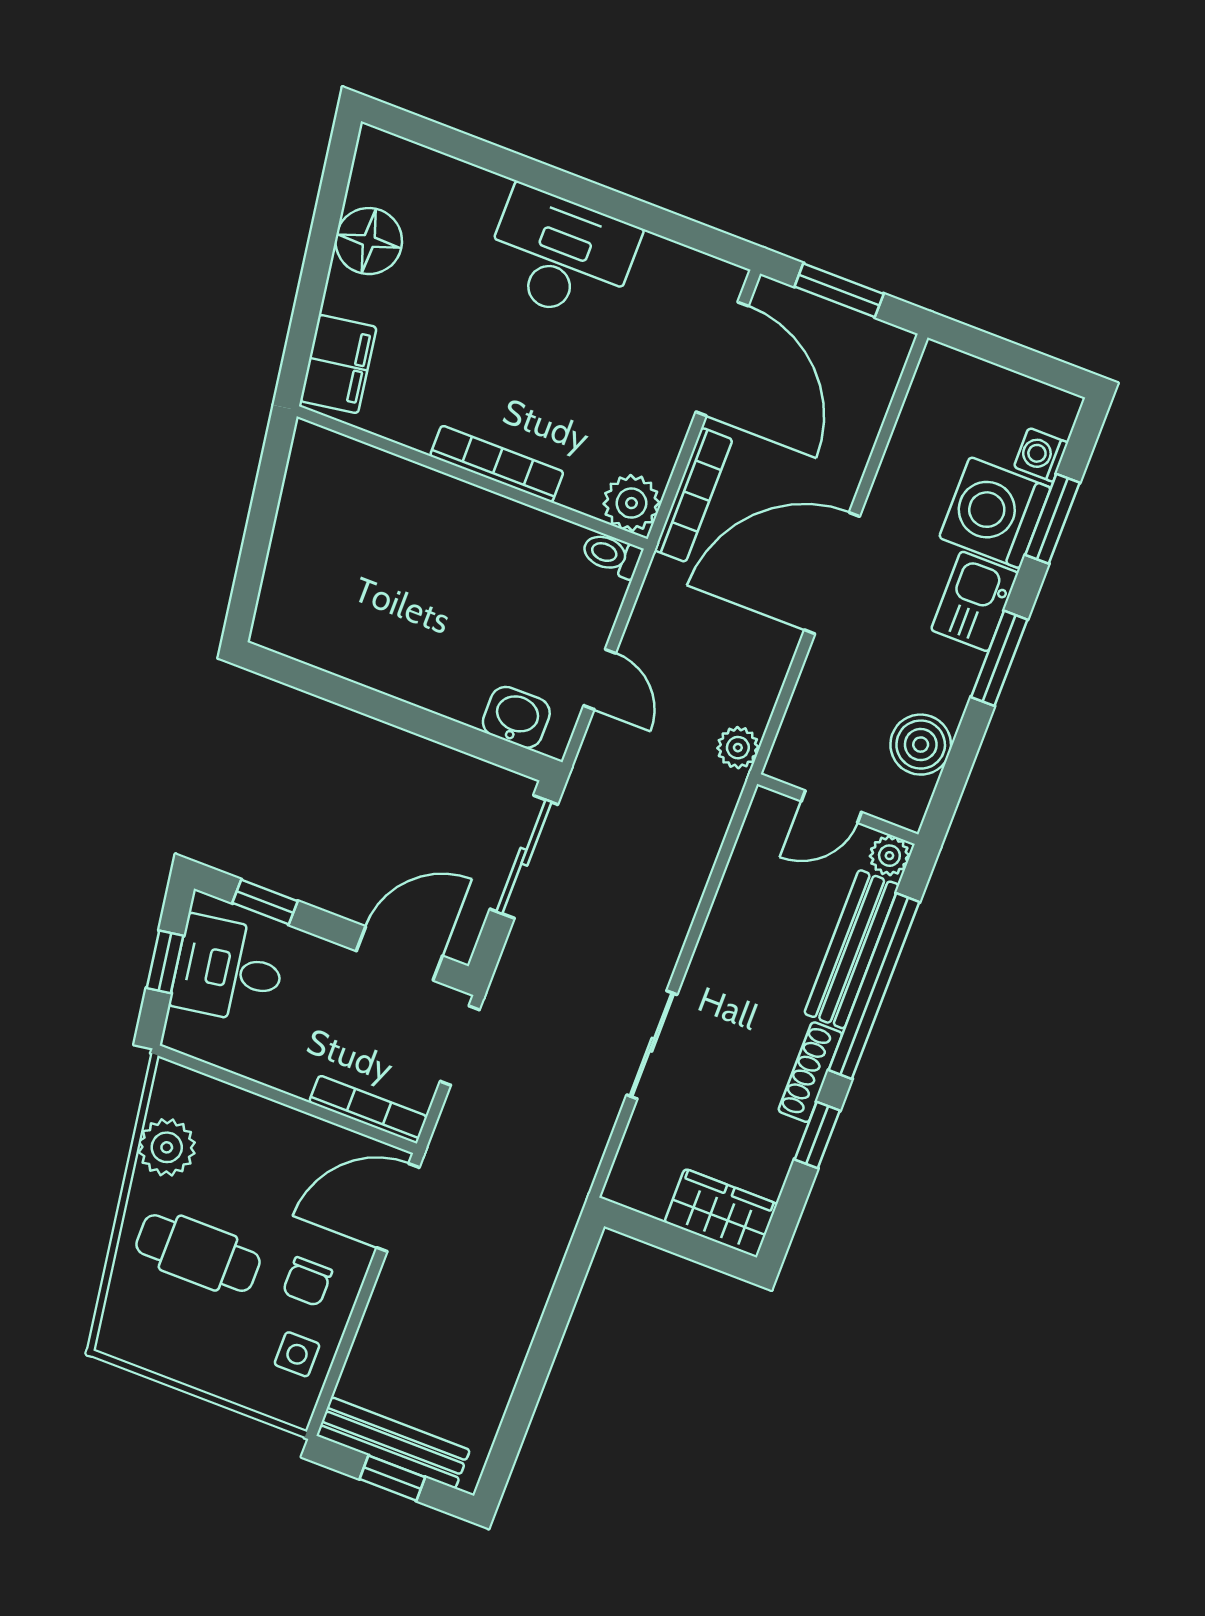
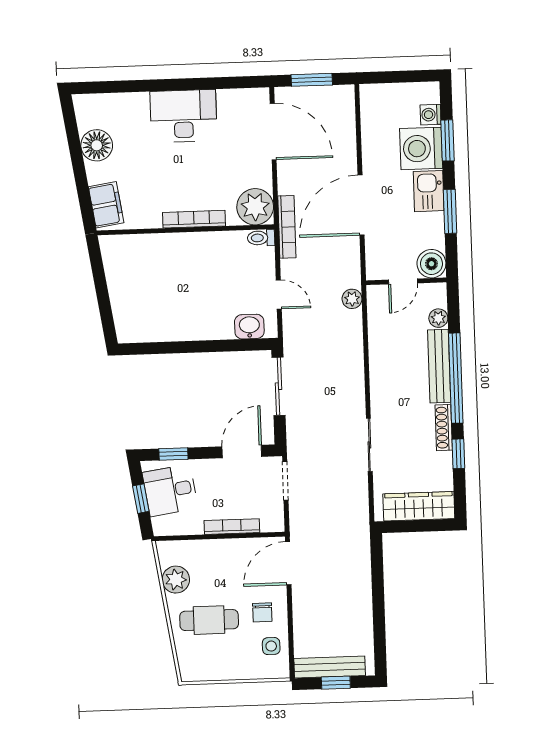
bookcase: (693, 495) -> (287, 227), moved
plant: (631, 503) -> (255, 207), width x1.36, depth x1.36
door: (831, 807) -> (403, 281), moved
wall: (838, 809) -> (406, 281), moved
bookcase: (368, 1109) -> (232, 527), moved
wardrobe: (721, 1213) -> (419, 506), width x1.50

